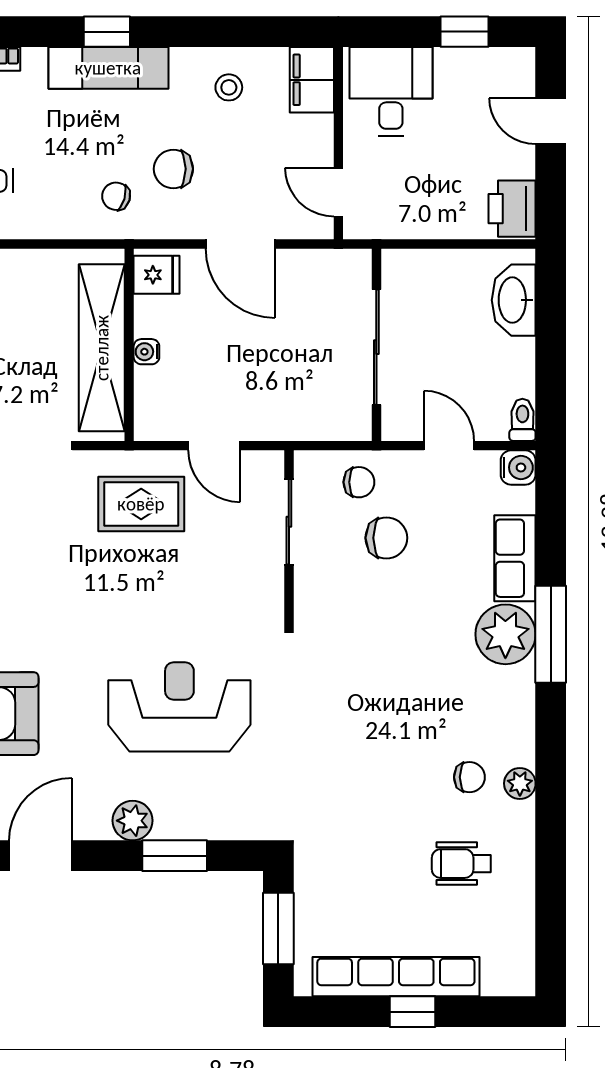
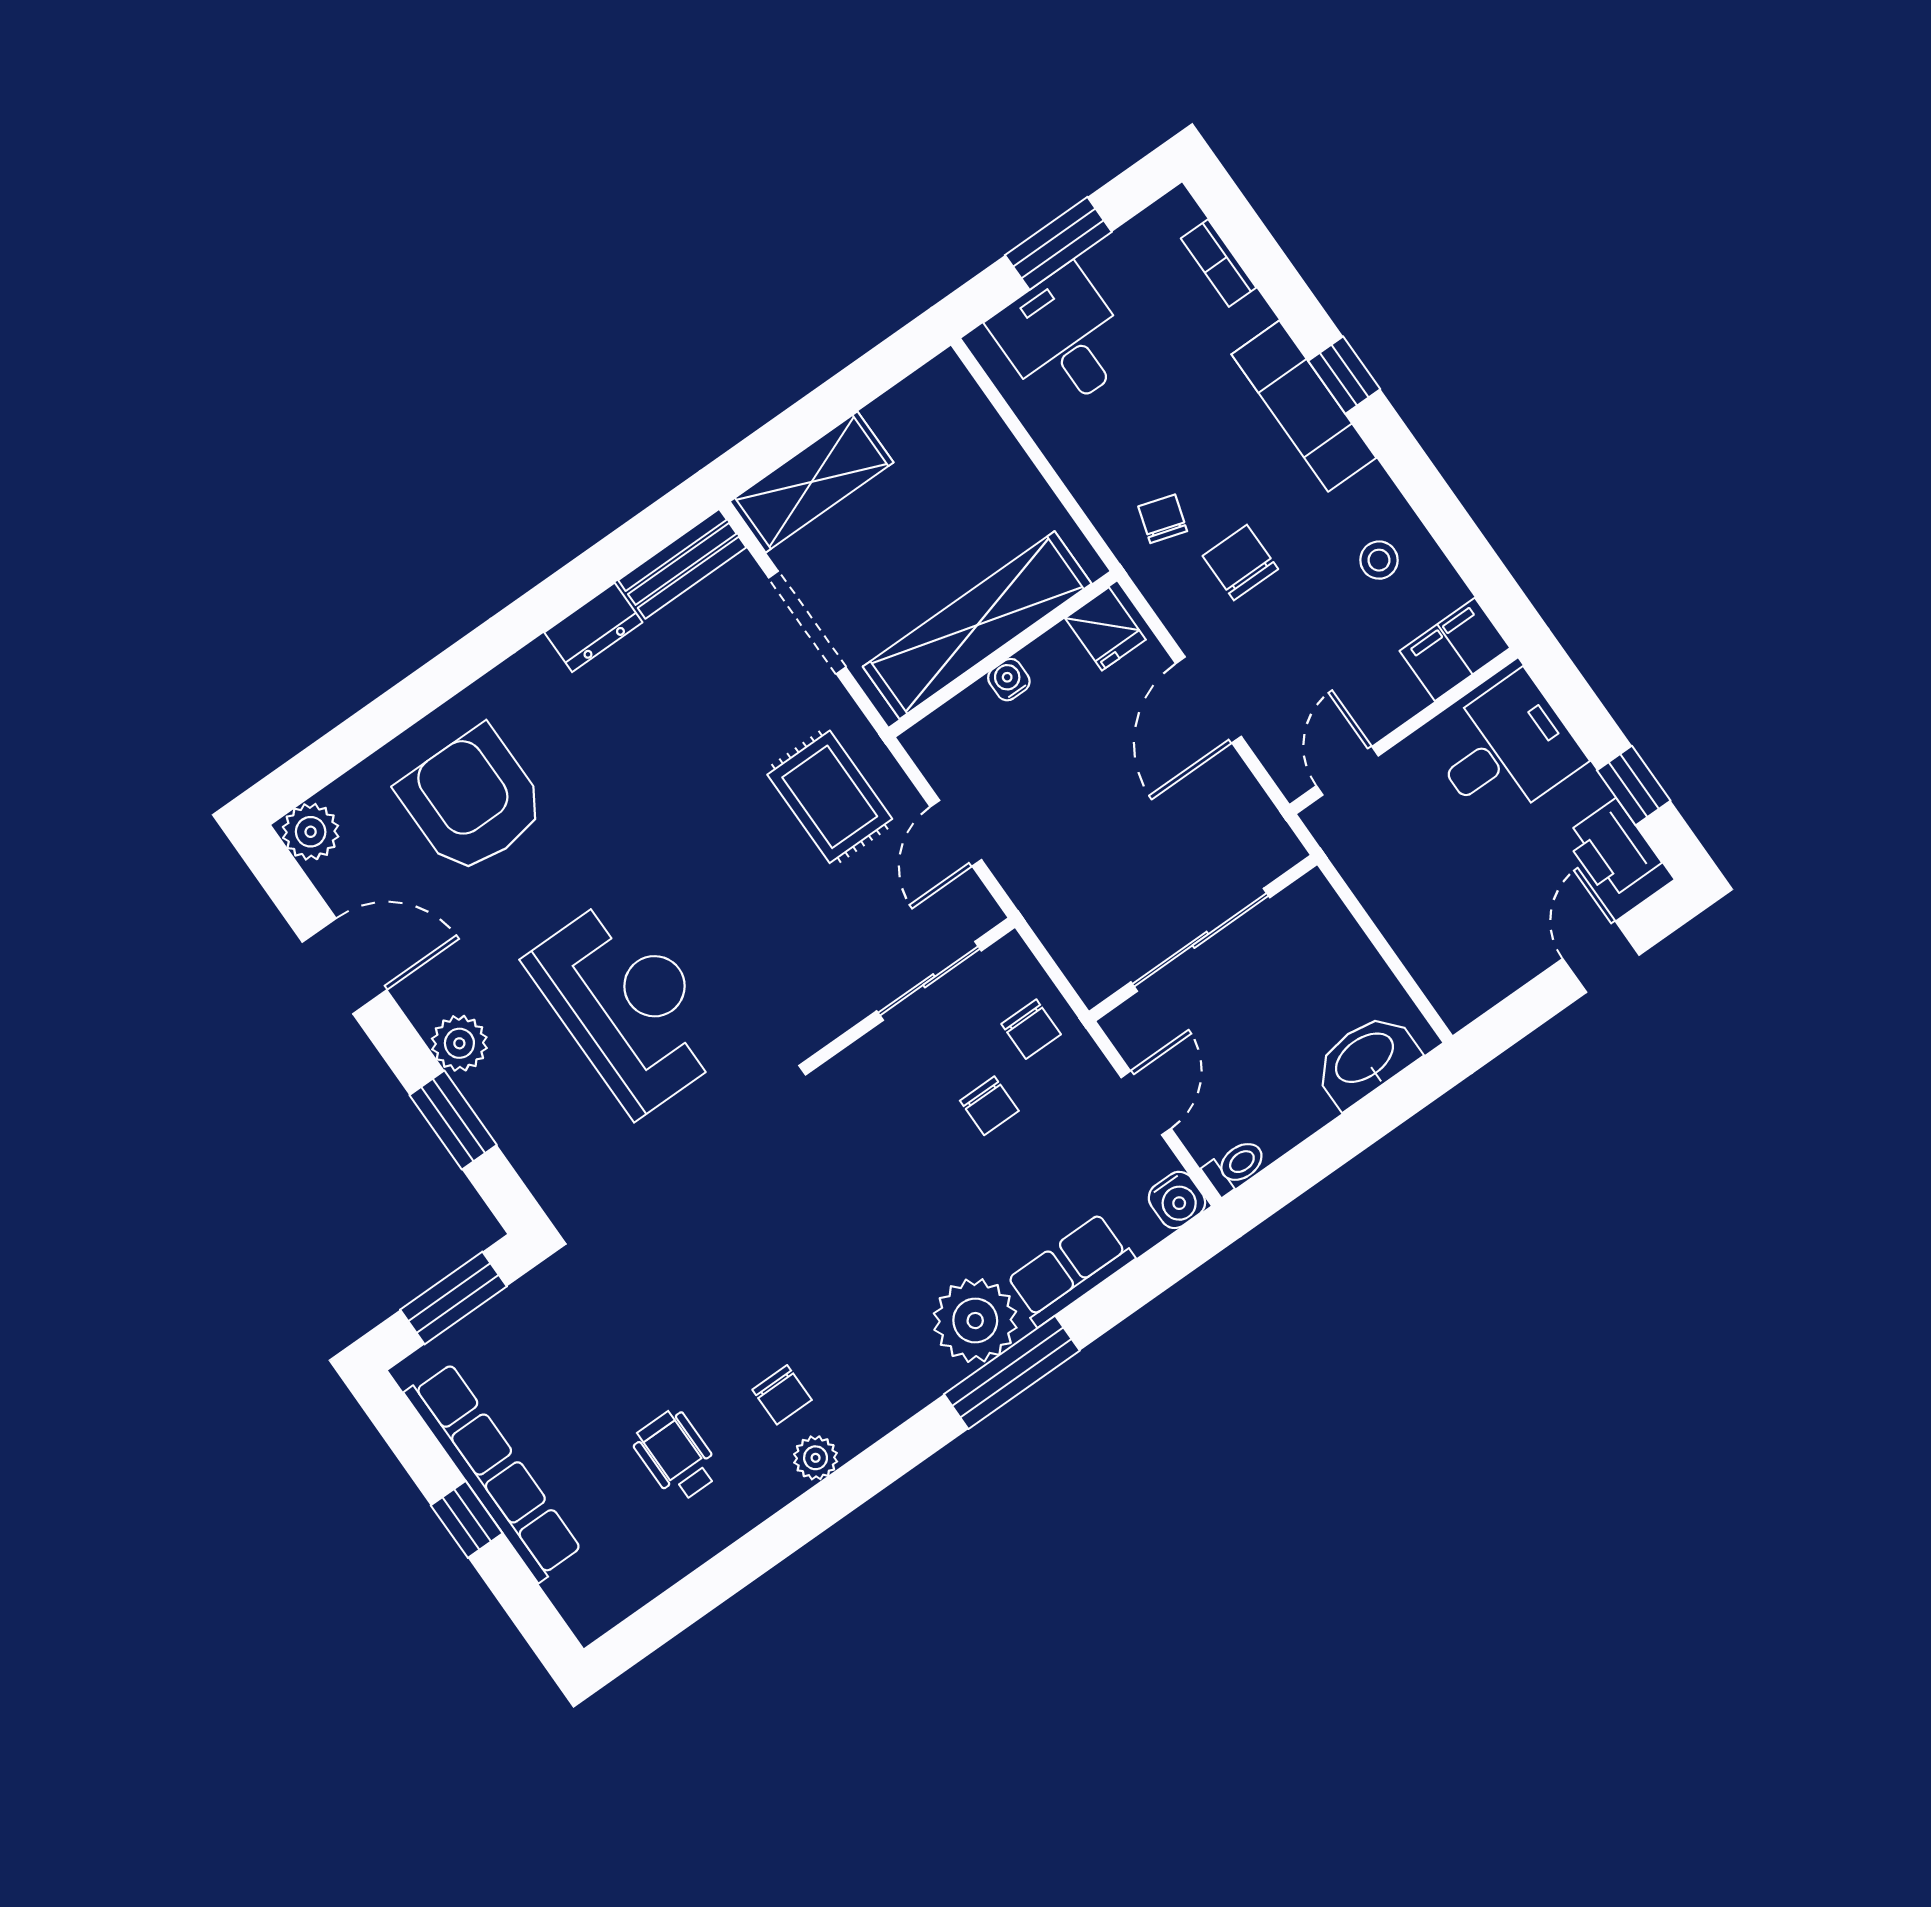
printer: (512, 209) -> (1612, 849), moved, turned -90
chair: (386, 538) -> (989, 1106), width x0.73, depth x0.73

